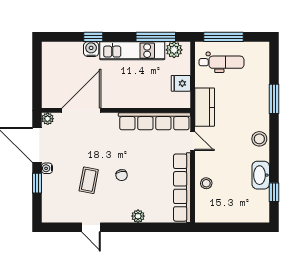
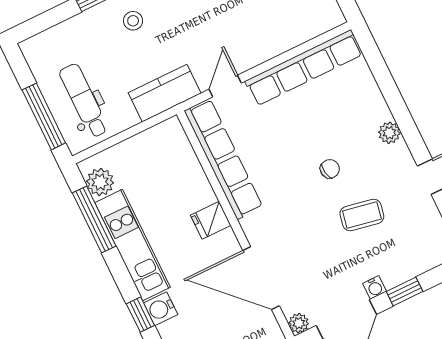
fridge: (181, 83) -> (211, 220), moved, turned 90
stool: (206, 183) -> (133, 21), moved
plant: (138, 216) -> (389, 133), moved

